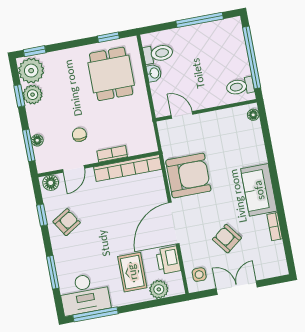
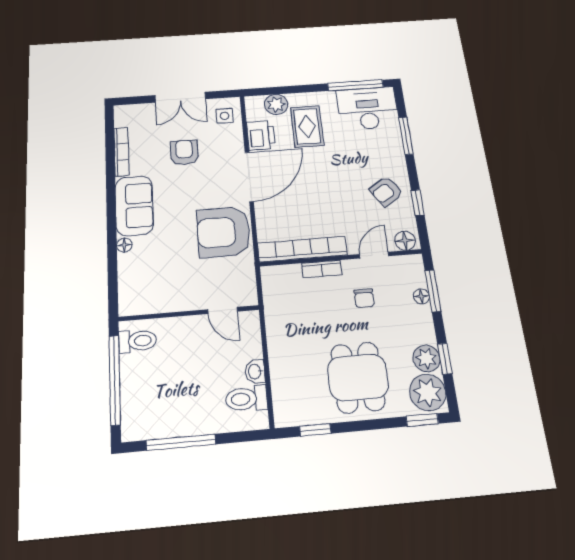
dining table: (111, 74) -> (358, 377), moved
floor lamp: (253, 115) -> (124, 245), moved
bookcase: (275, 227) -> (121, 152), width x1.56
armchair: (227, 239) -> (184, 153), turned -143

